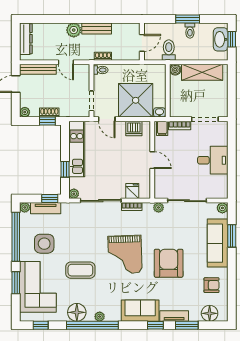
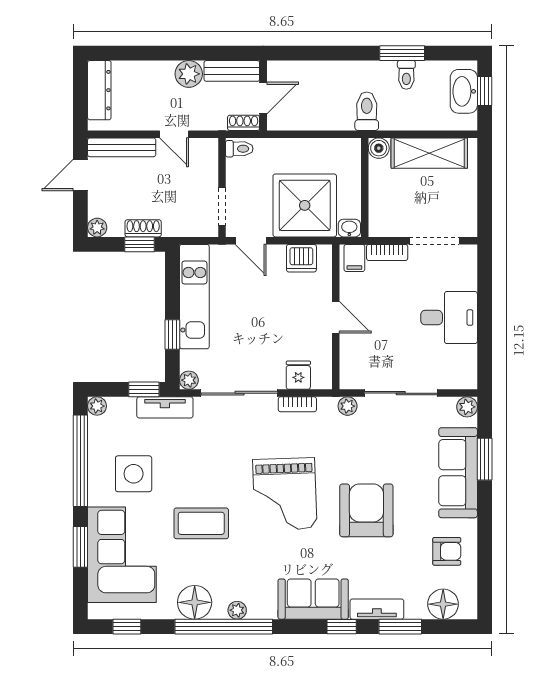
wall: (142, 42) -> (263, 95), moved
door: (142, 43) -> (263, 98), moved
tv unit: (46, 208) -> (165, 407), moved

